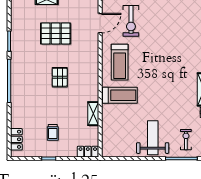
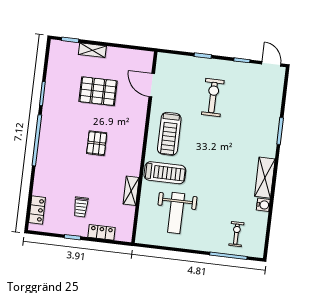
exercise bike: (131, 21) -> (213, 98), moved, turned 180
door: (100, 23) -> (152, 85), swing flipped
weight bench: (153, 138) -> (176, 213), moved, turned 180
locker: (88, 152) -> (102, 232), moved

